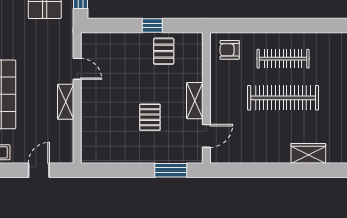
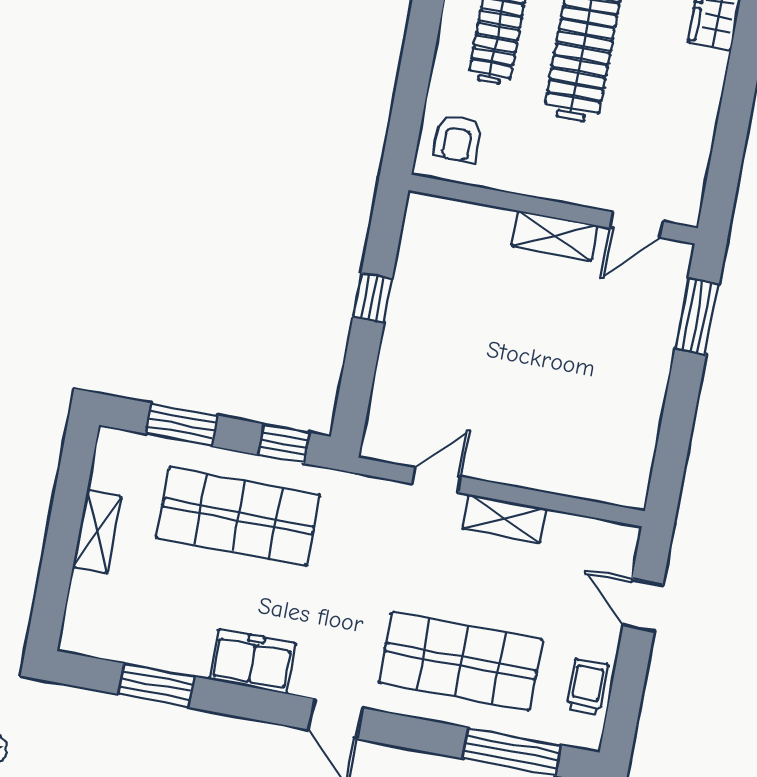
pallet: (164, 51) -> (434, 283), removed
pallet: (150, 117) -> (573, 340), removed
door: (206, 136) -> (636, 225), swing flipped

